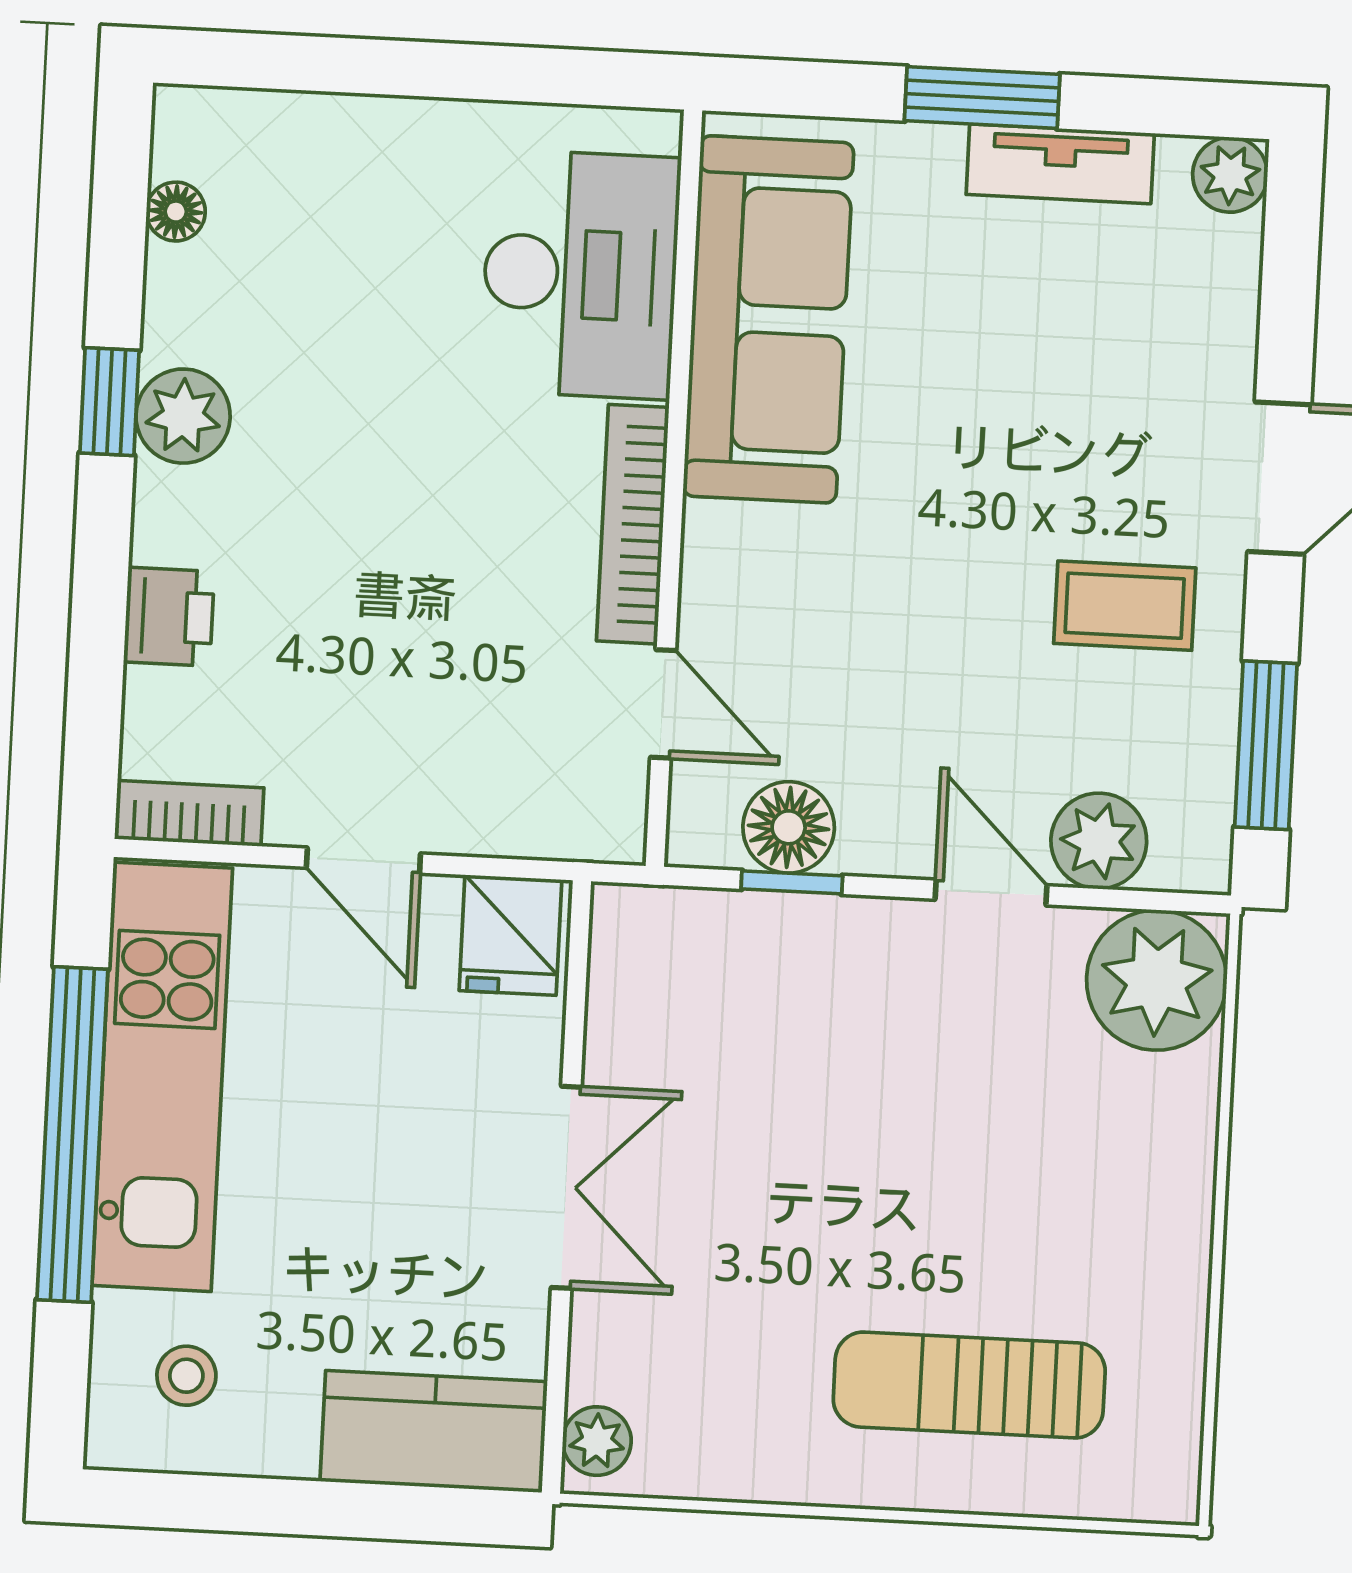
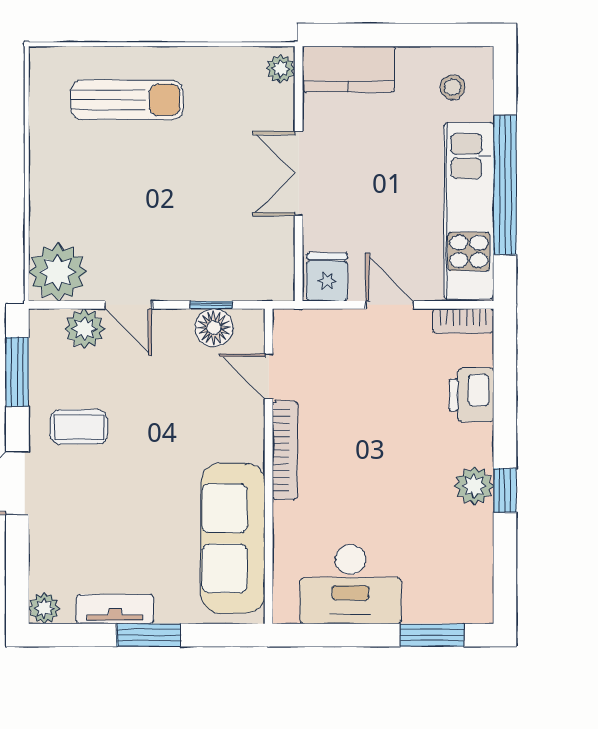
window: (302, 63) -> (432, 635), added
floor lamp: (176, 212) -> (481, 571), removed
desk: (580, 274) -> (350, 584), moved, turned -90
printer: (169, 617) -> (471, 395), width x1.36, depth x1.24

